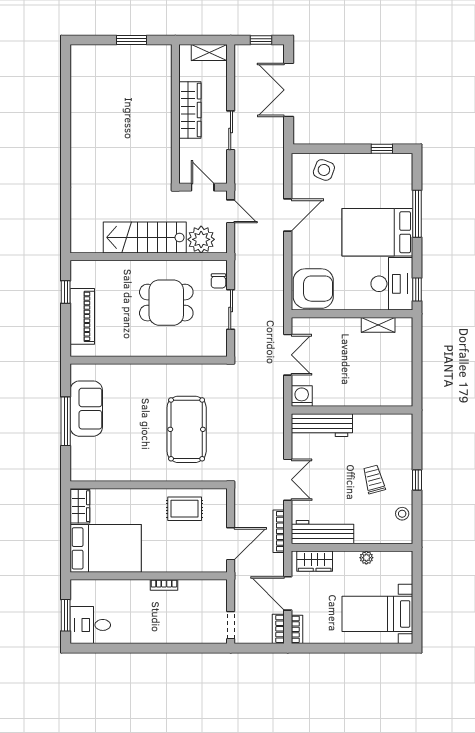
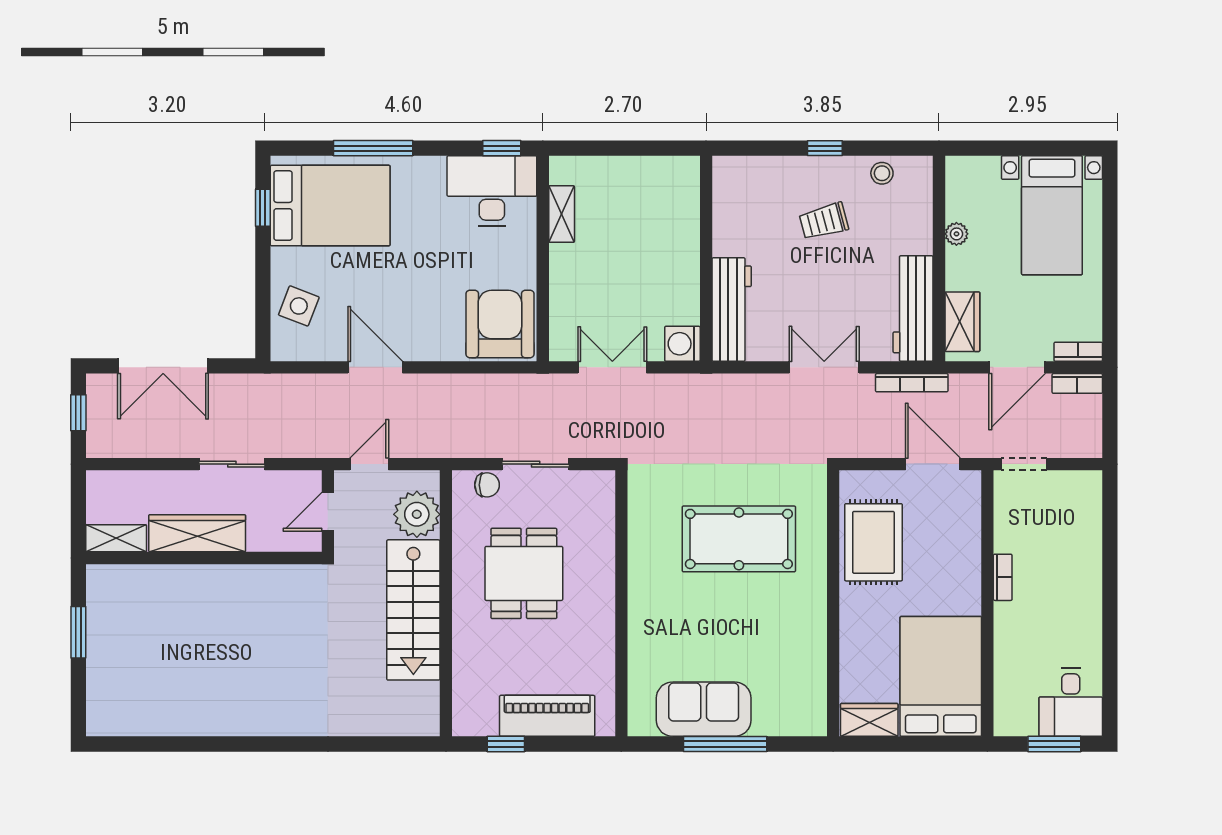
shelving: (209, 52) -> (116, 538), moved, turned 90
bed: (377, 232) -> (330, 206), moved, turned -90
rug: (185, 509) -> (873, 542), width x1.36, depth x1.43
doorway: (231, 625) -> (1024, 464), moved

